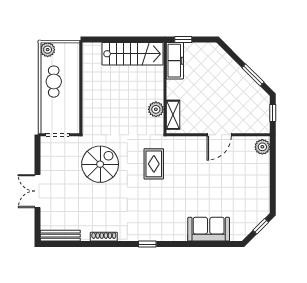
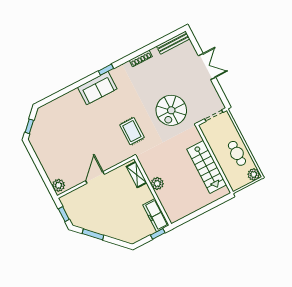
stairs: (133, 54) -> (207, 167), moved, turned -90
plant: (156, 109) -> (157, 183), moved
sofa: (209, 229) -> (97, 88), moved

